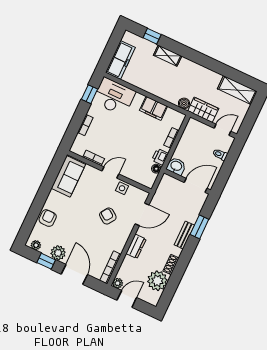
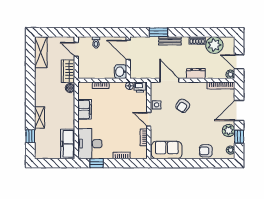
freezer: (120, 60) -> (68, 144), moved, turned -90
printer: (160, 157) -> (140, 87), moved

